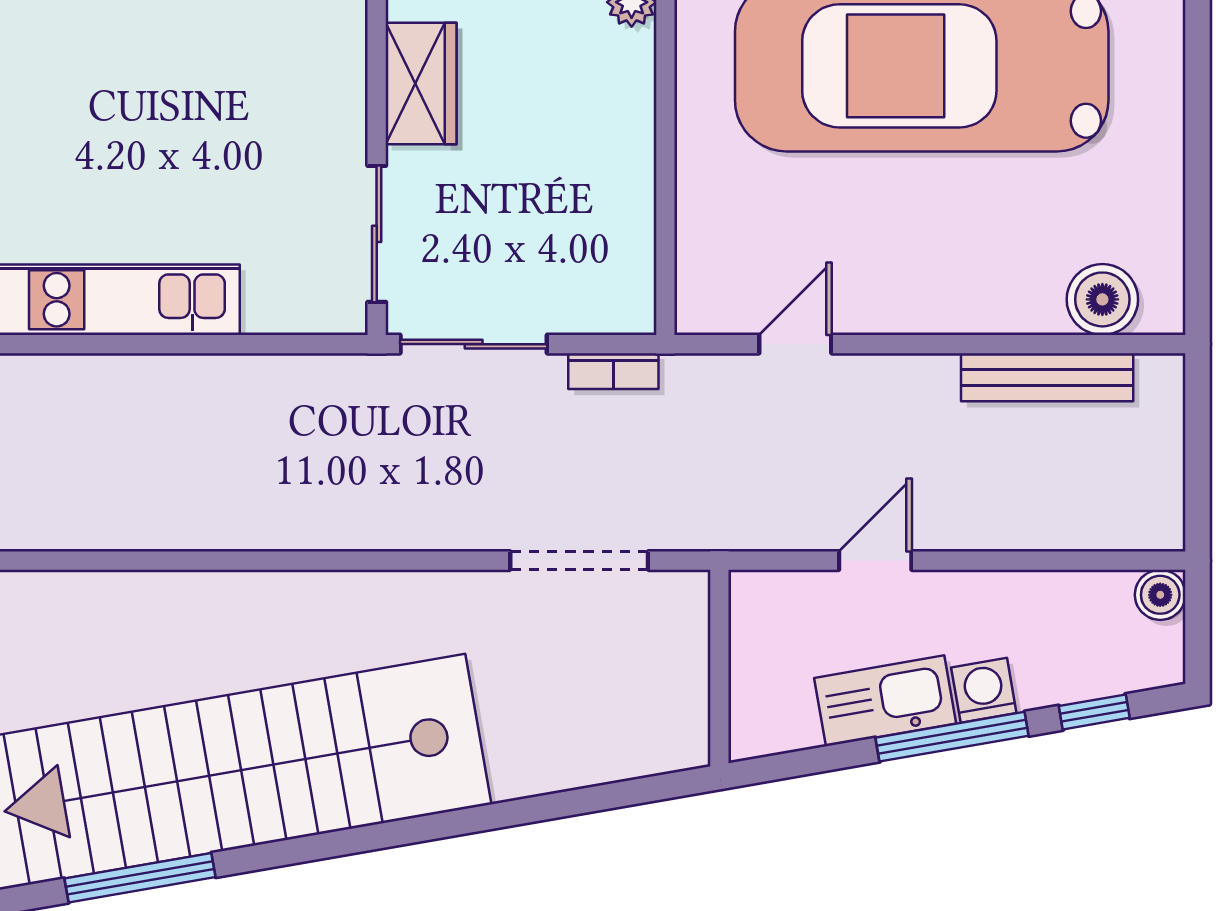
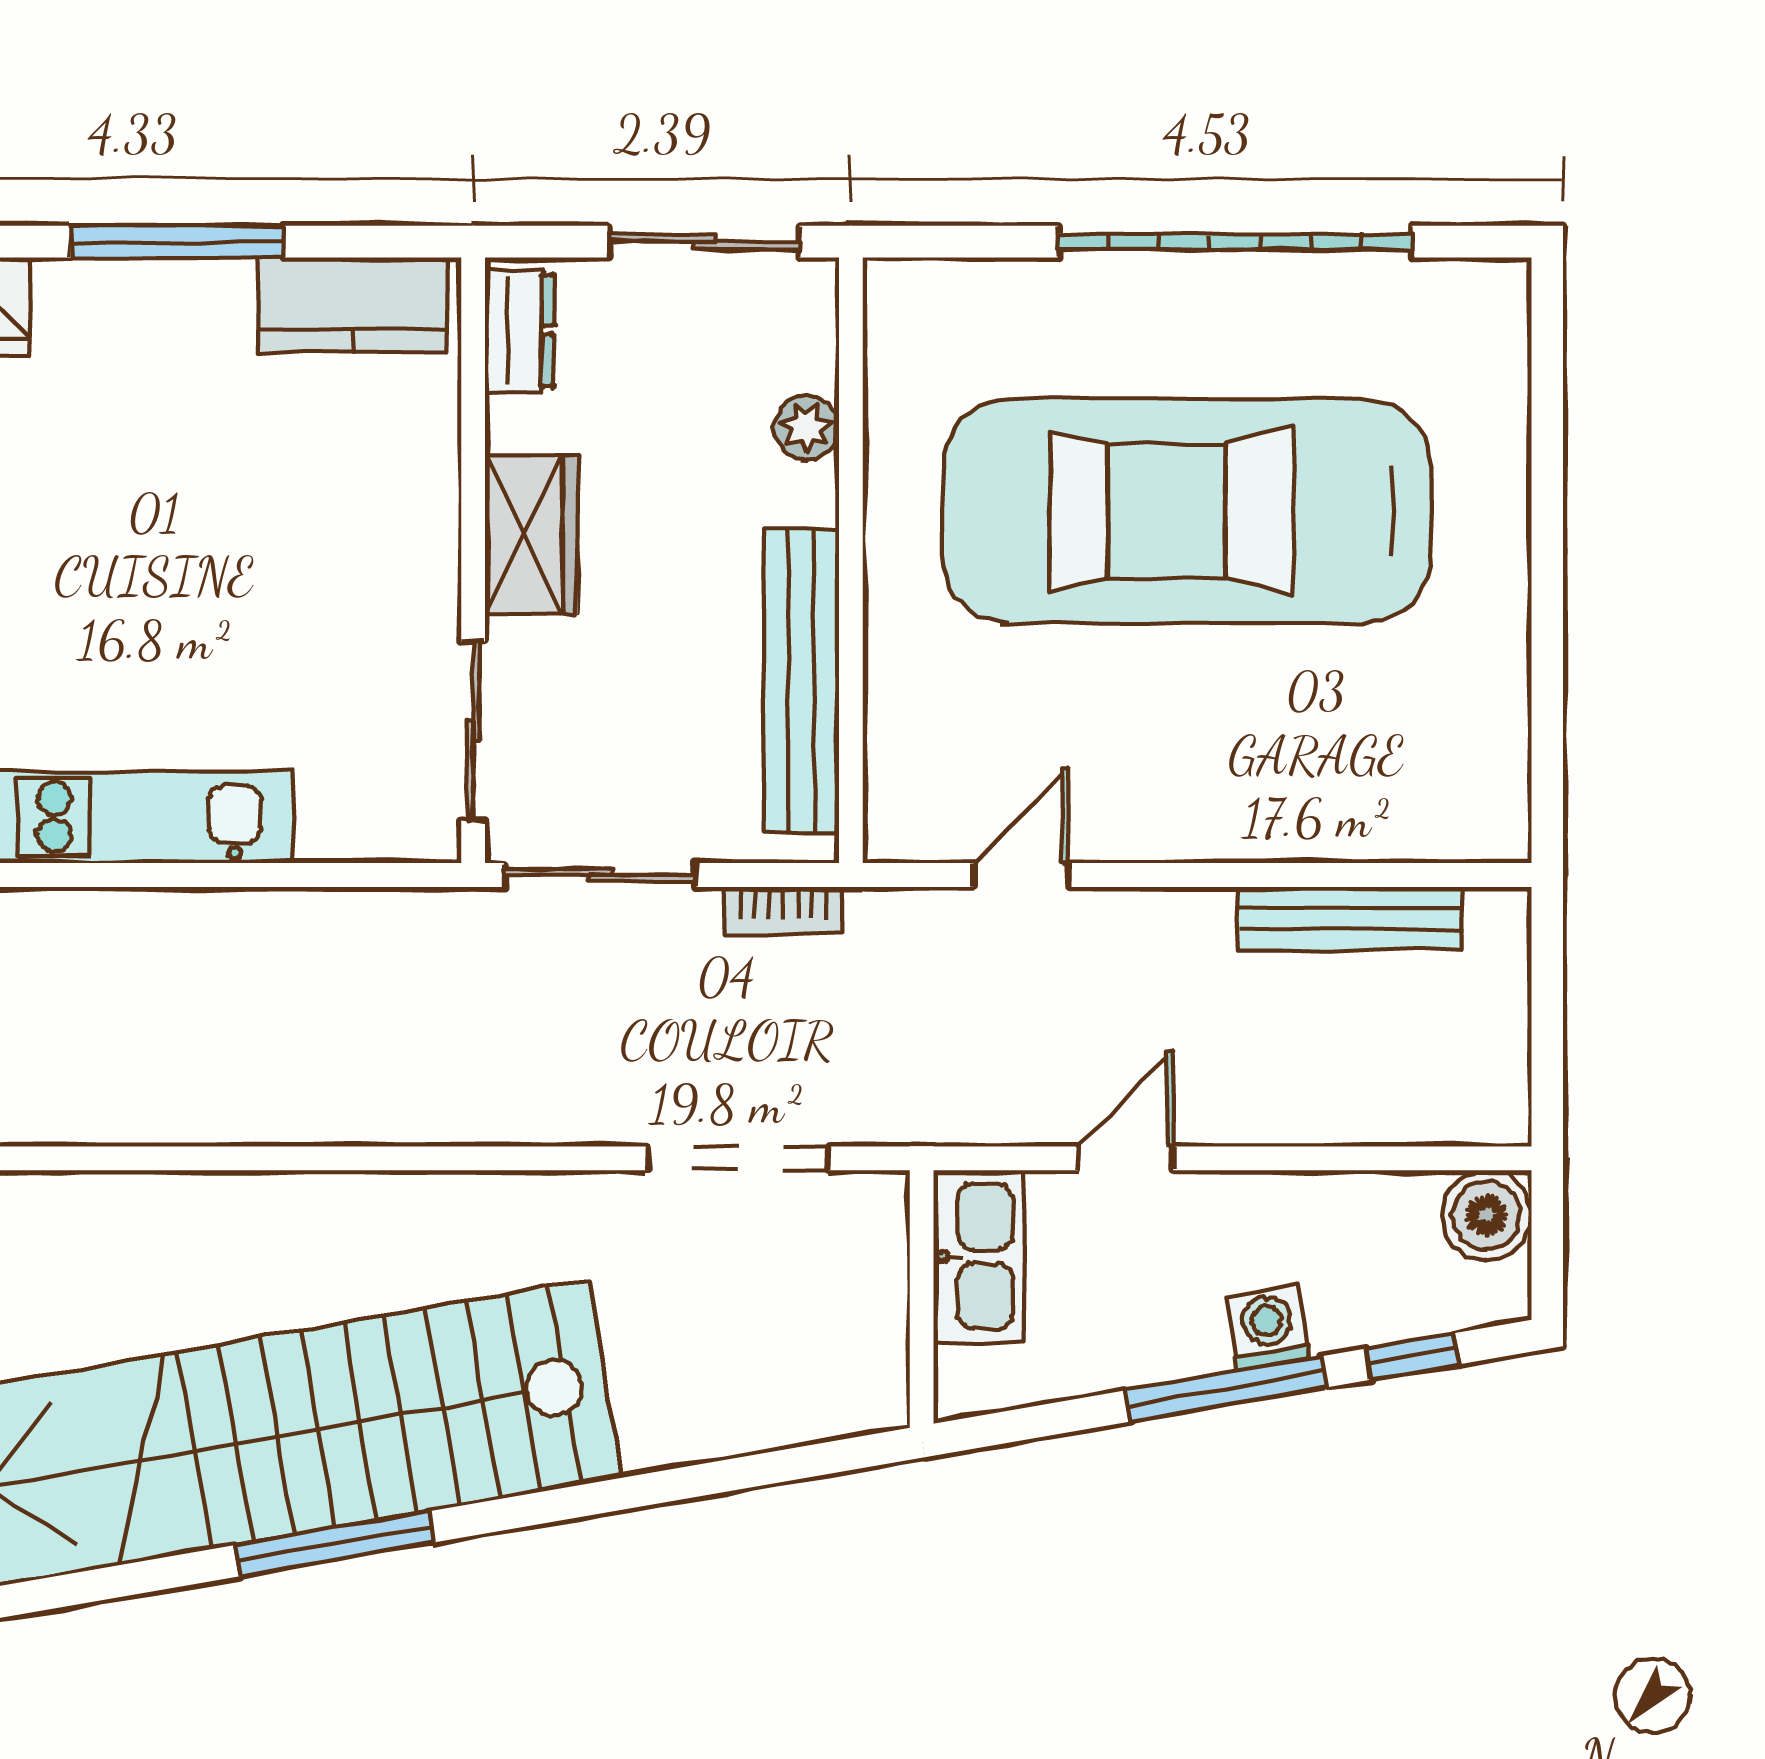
bench: (627, 195) -> (801, 681), added
boiler: (1102, 299) -> (1423, 817), removed
boiler: (1160, 595) -> (1486, 1215), width x1.36, depth x1.36
kitchen sink: (885, 701) -> (979, 1256), moved, turned 100
window: (140, 878) -> (334, 1544), moved

